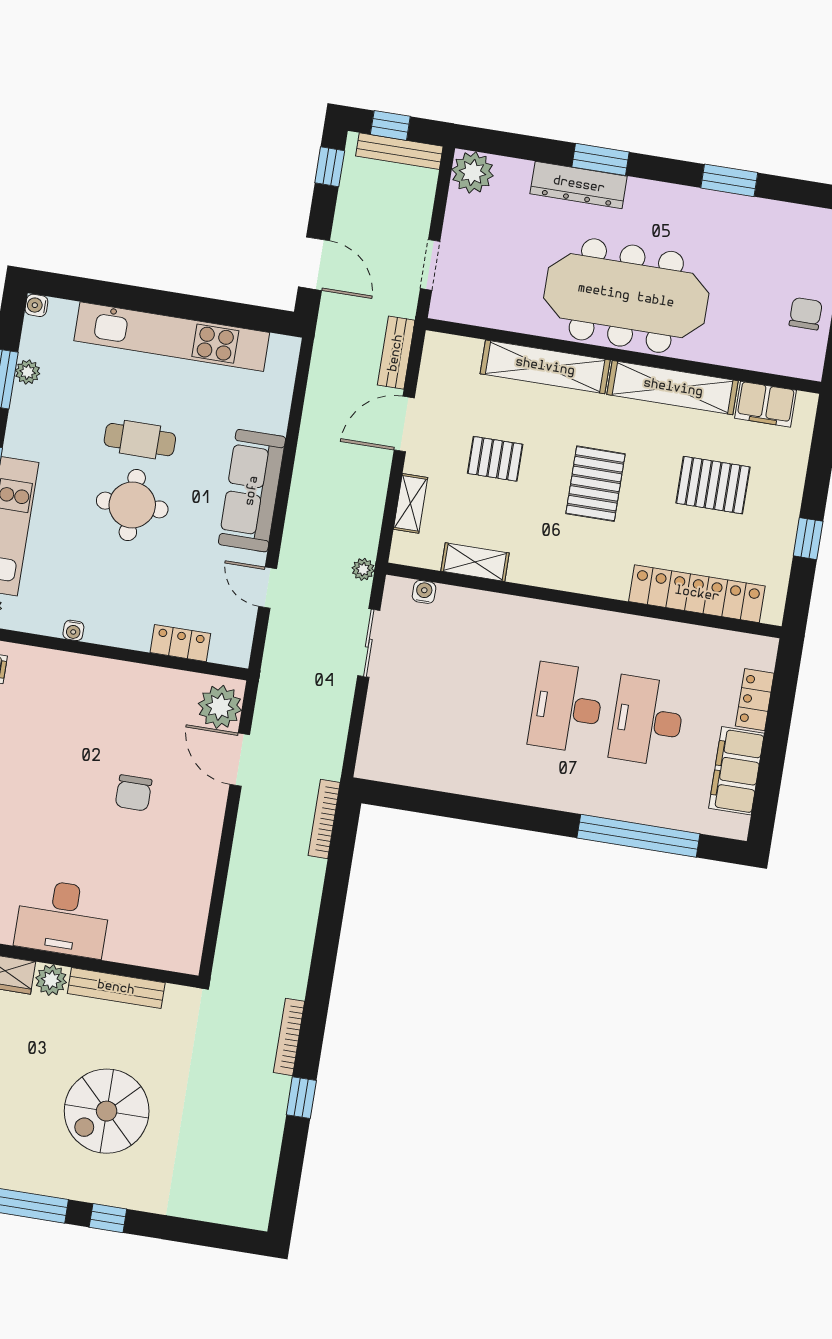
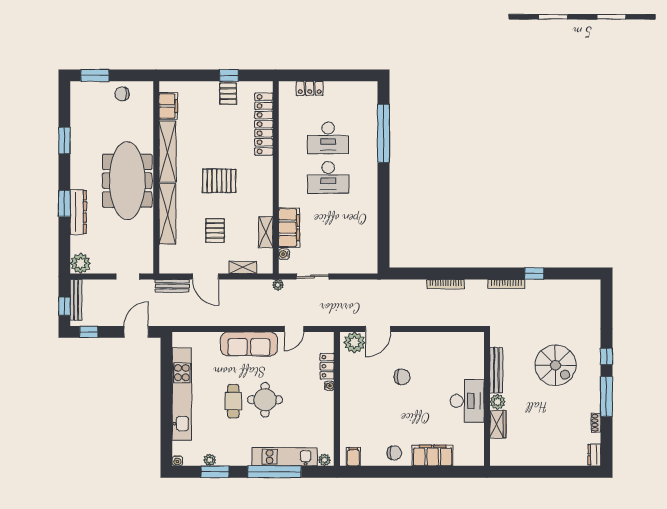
pallet: (713, 485) -> (228, 94), moved, width x0.67, depth x0.71
water cooler: (73, 630) -> (329, 386), moved
filing cabinet: (736, 771) -> (289, 228), moved, turned -90
bookcase: (324, 819) -> (446, 284), moved

